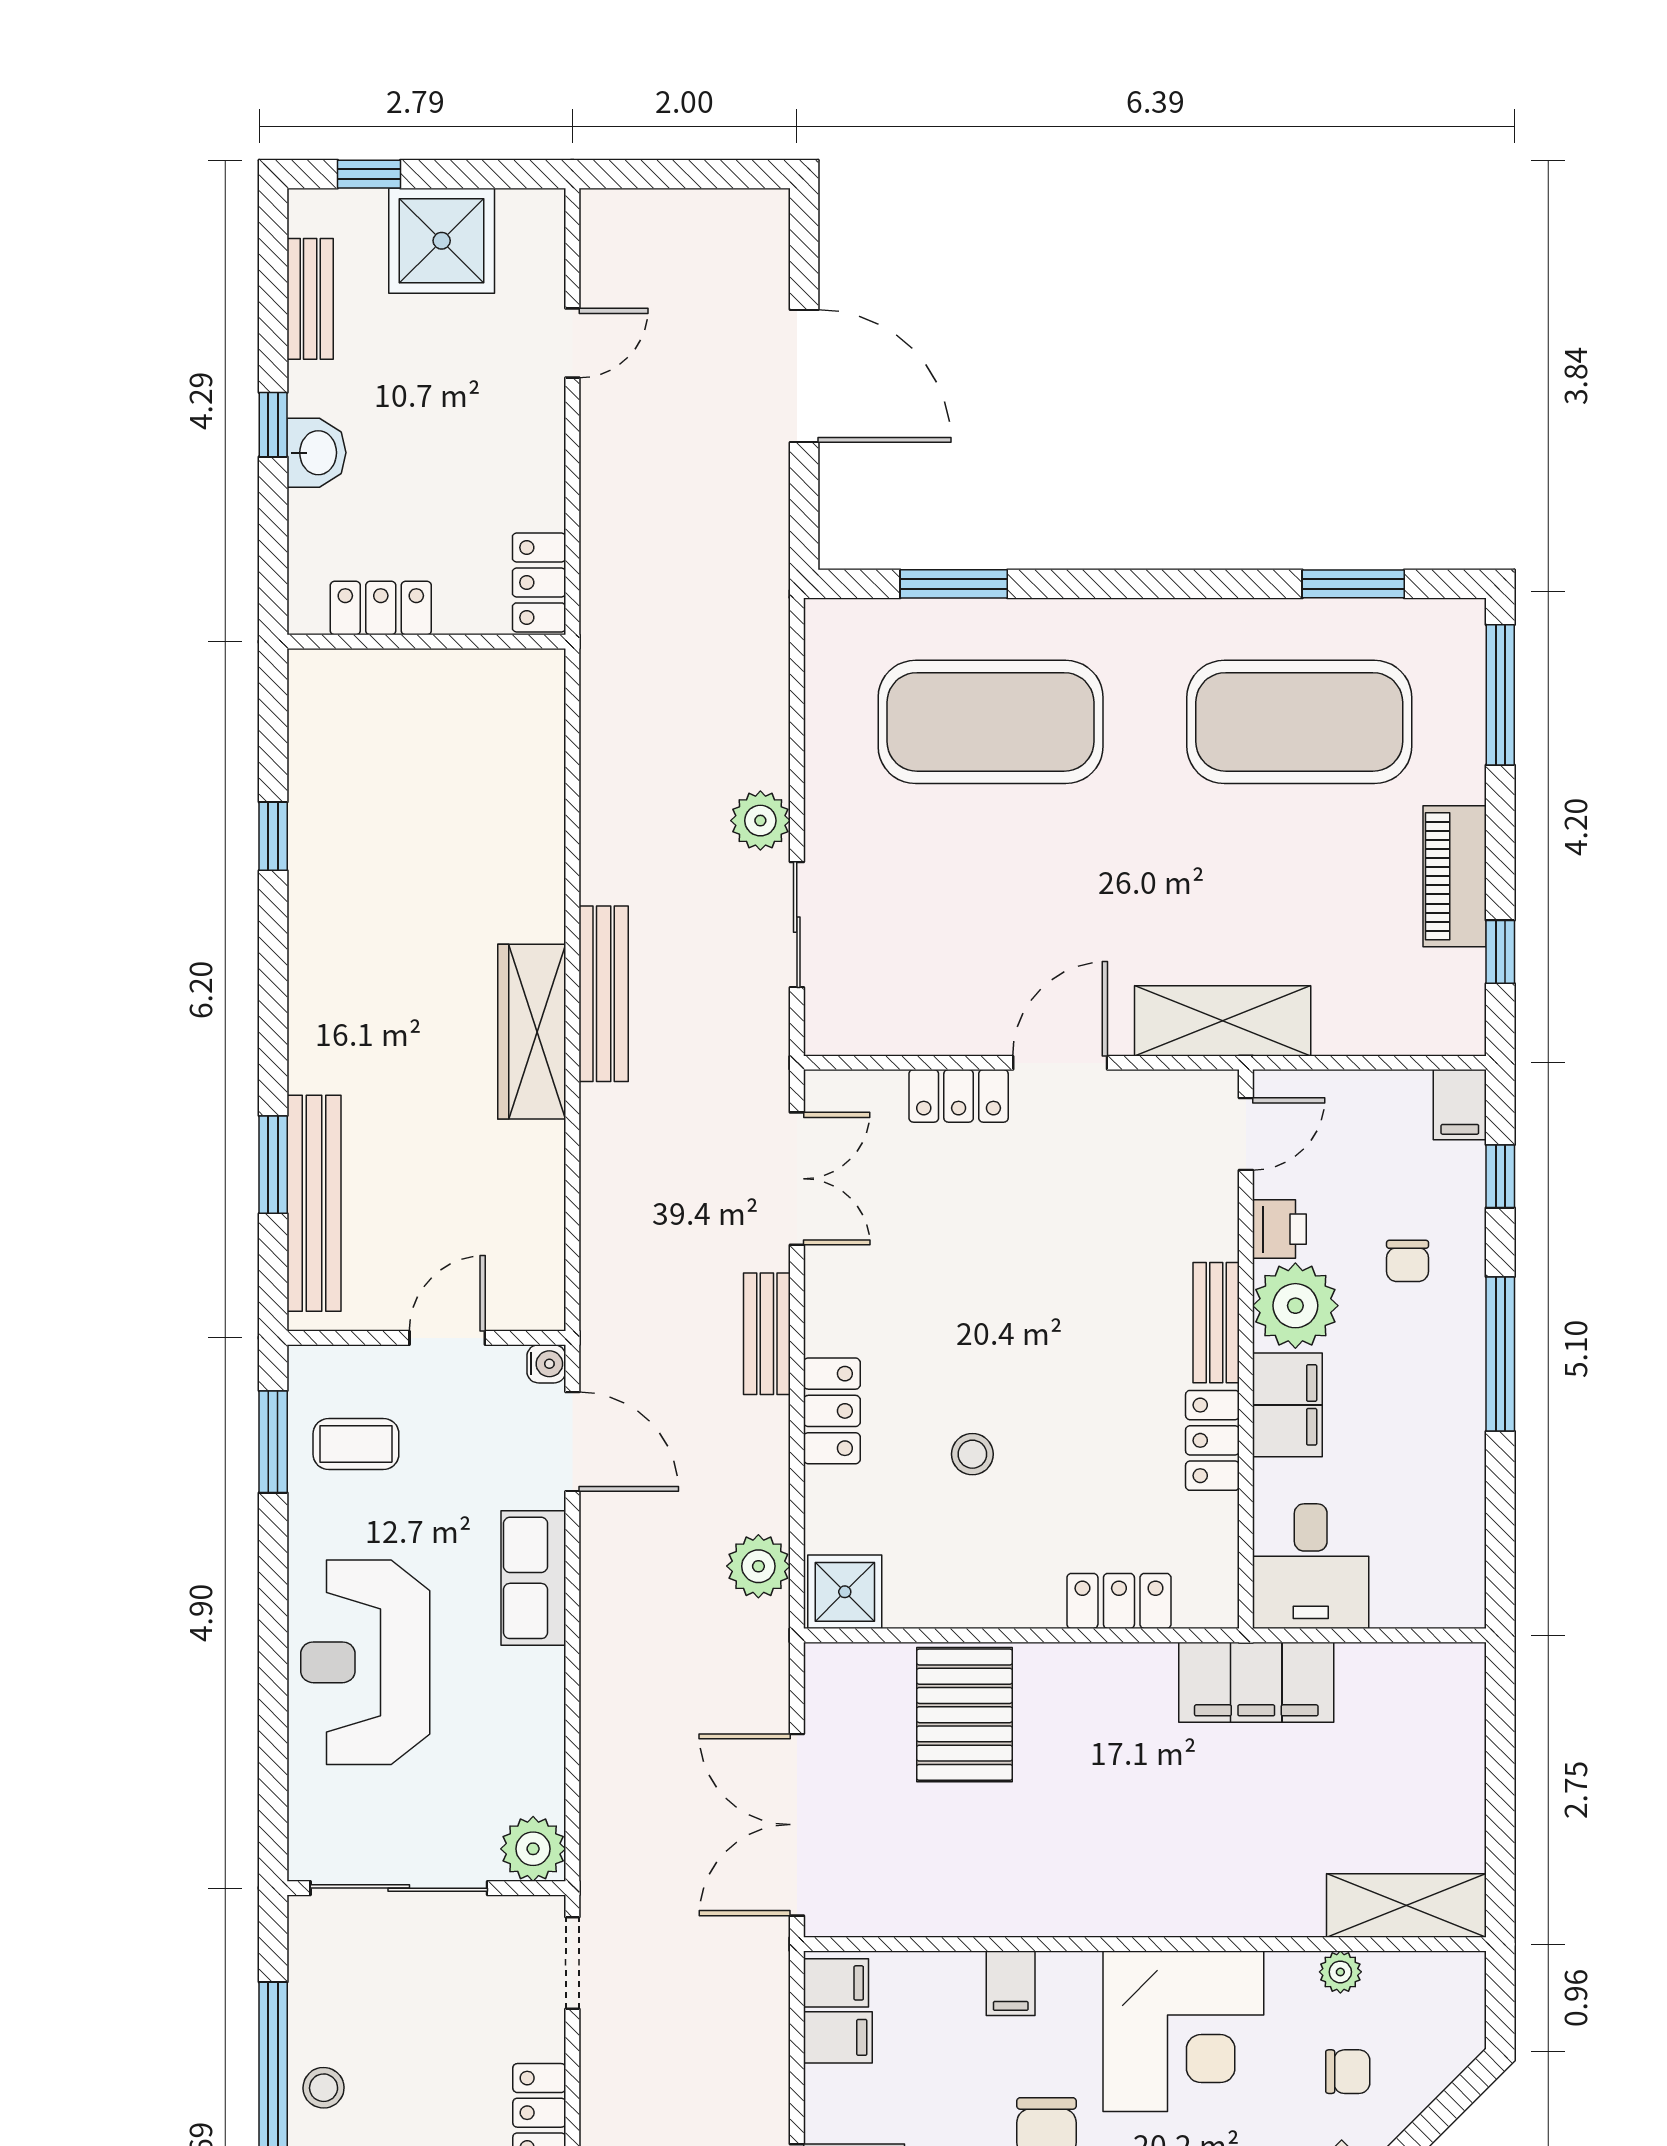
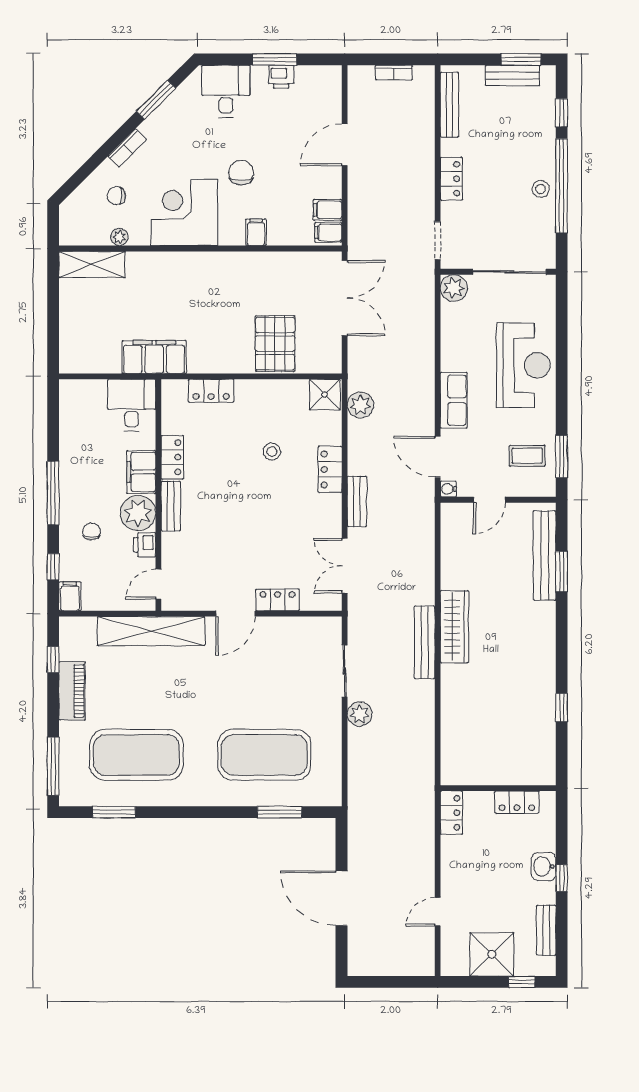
shelving: (1223, 1021) -> (151, 631), width x1.47

